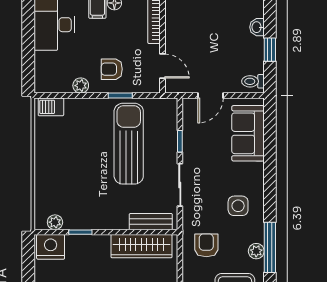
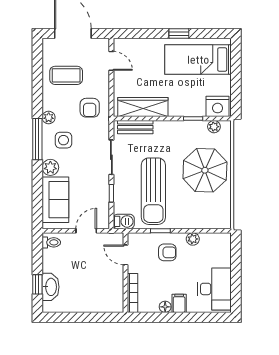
washbasin: (257, 27) -> (51, 287), width x1.91, depth x1.45
window: (270, 50) -> (37, 284), moved
barbecue: (51, 107) -> (124, 221), moved
parasol: (66, 169) -> (205, 170), added
plant: (254, 173) -> (50, 167), added
window: (270, 247) -> (37, 139), moved
plant: (256, 251) -> (49, 117), moved

